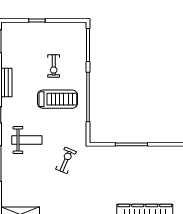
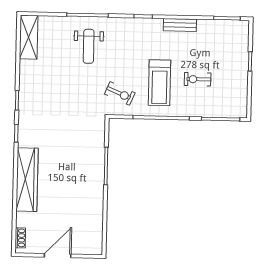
weight bench: (27, 140) -> (89, 46), moved
exercise bike: (66, 160) -> (120, 93), moved

